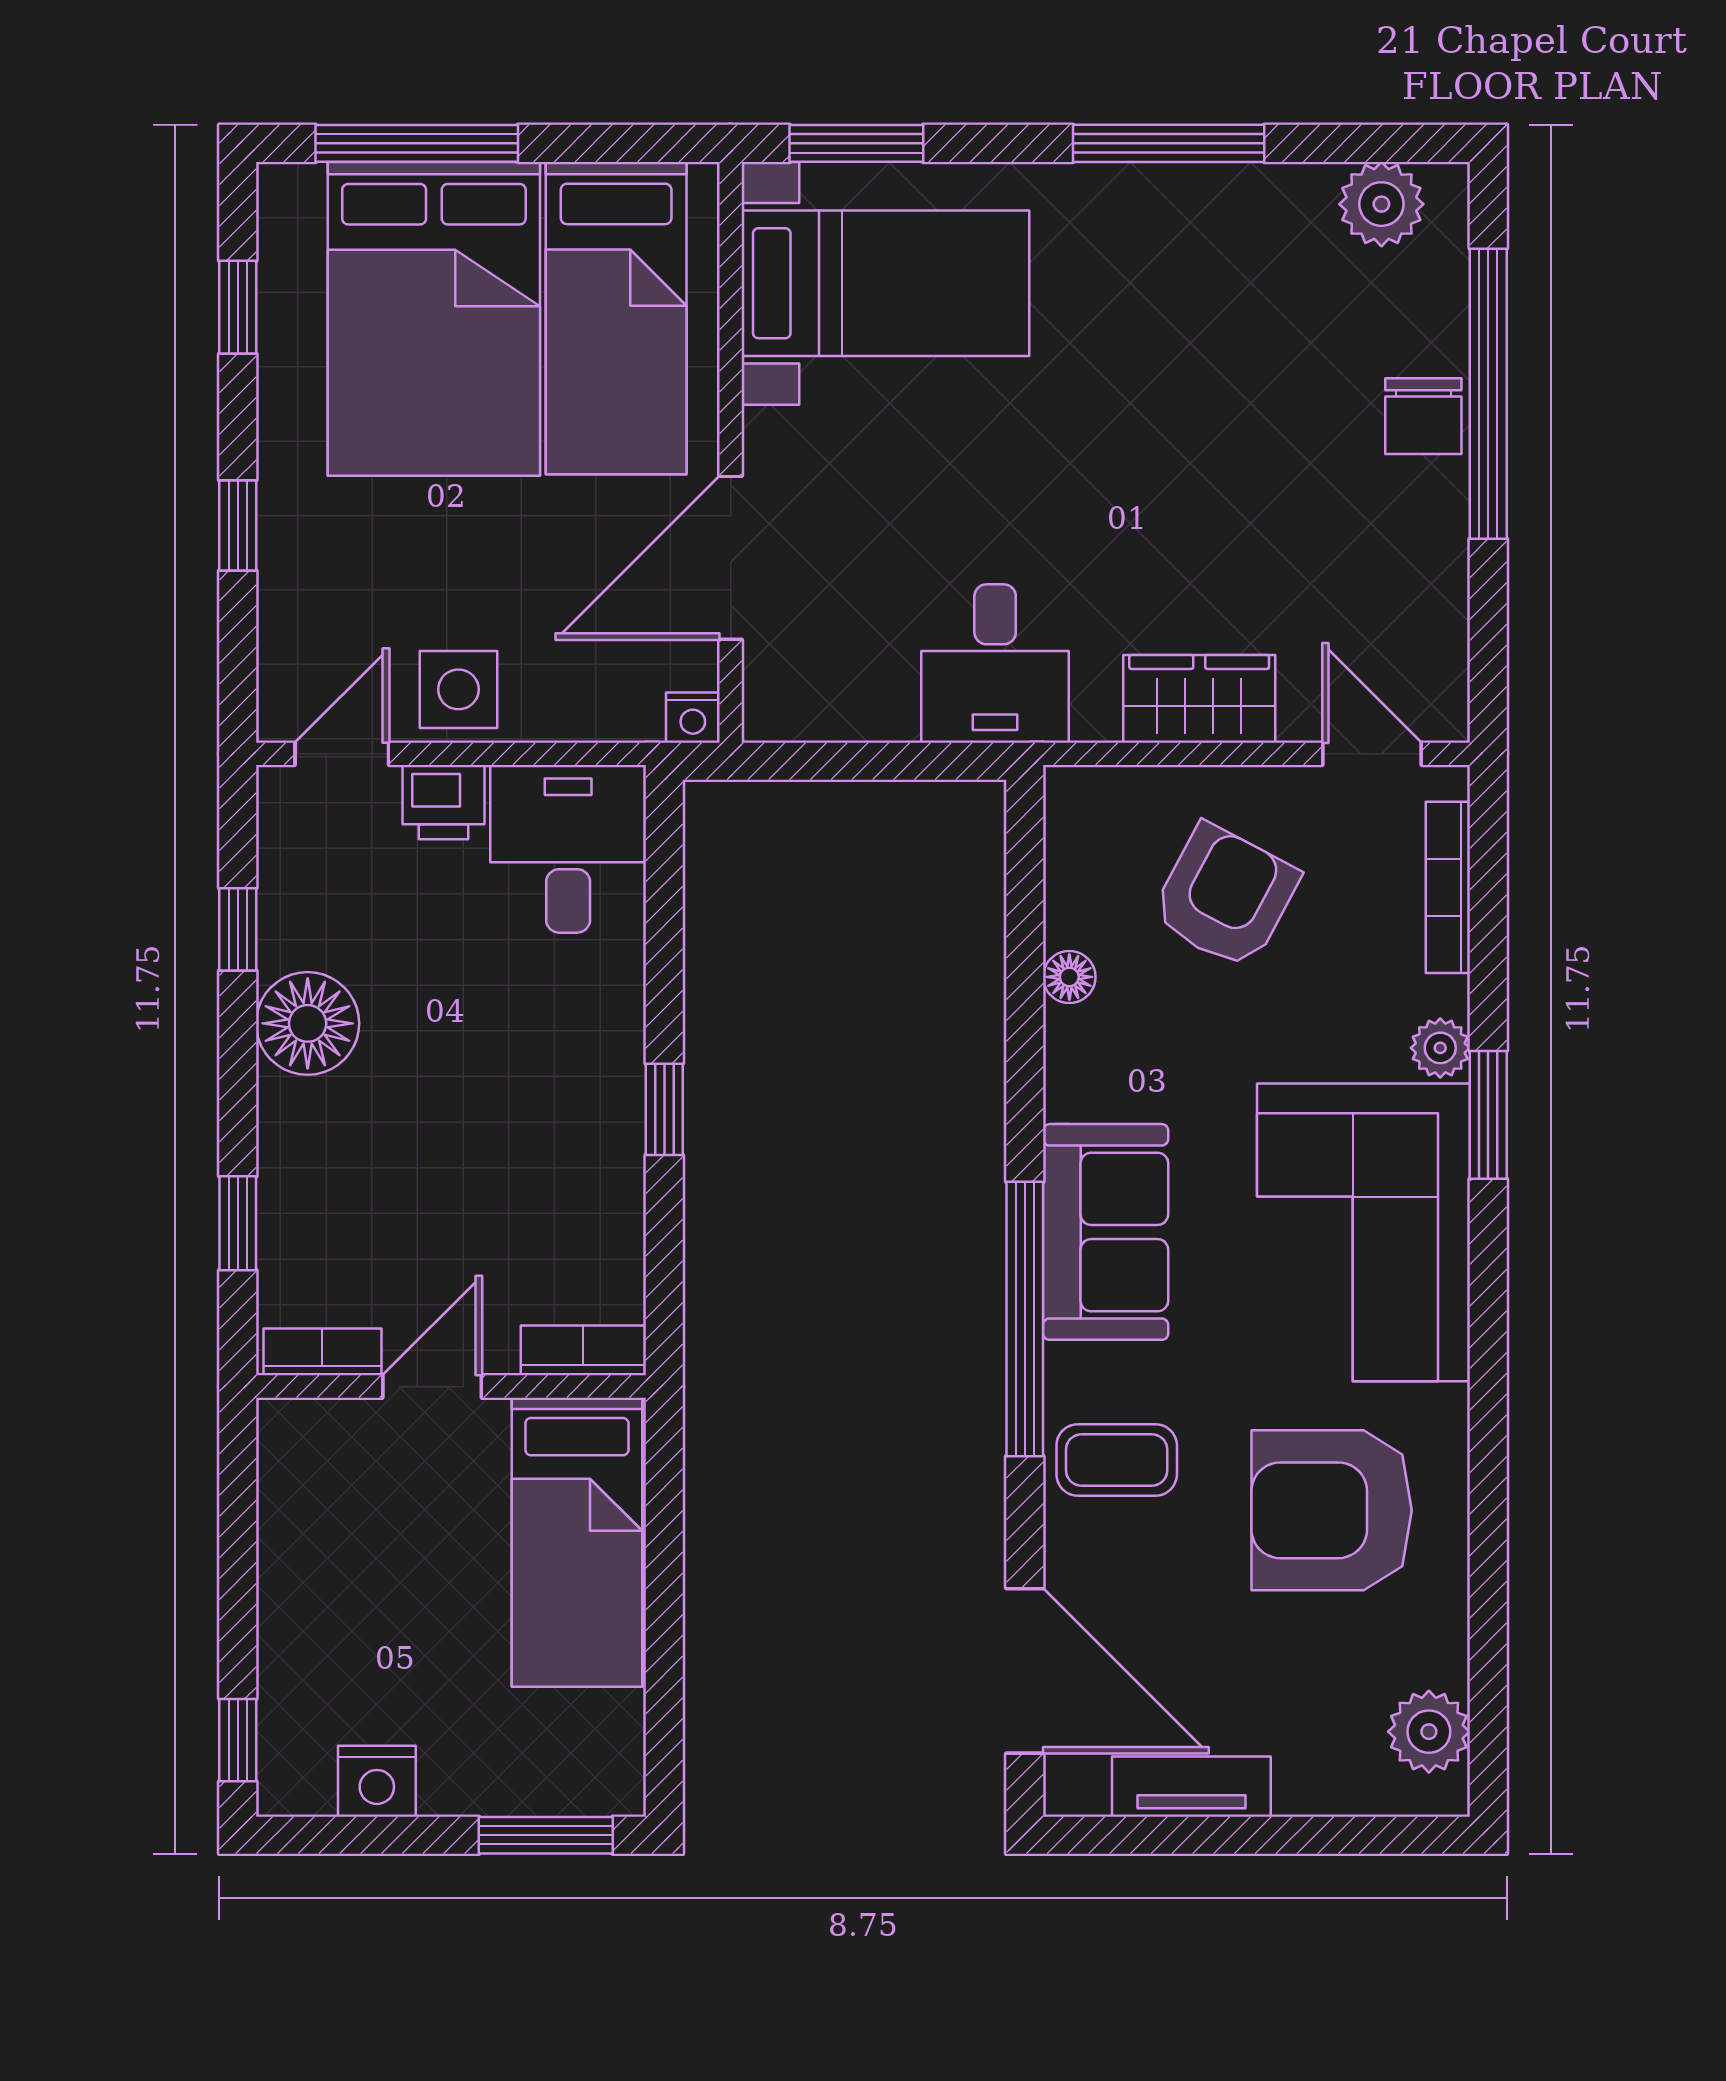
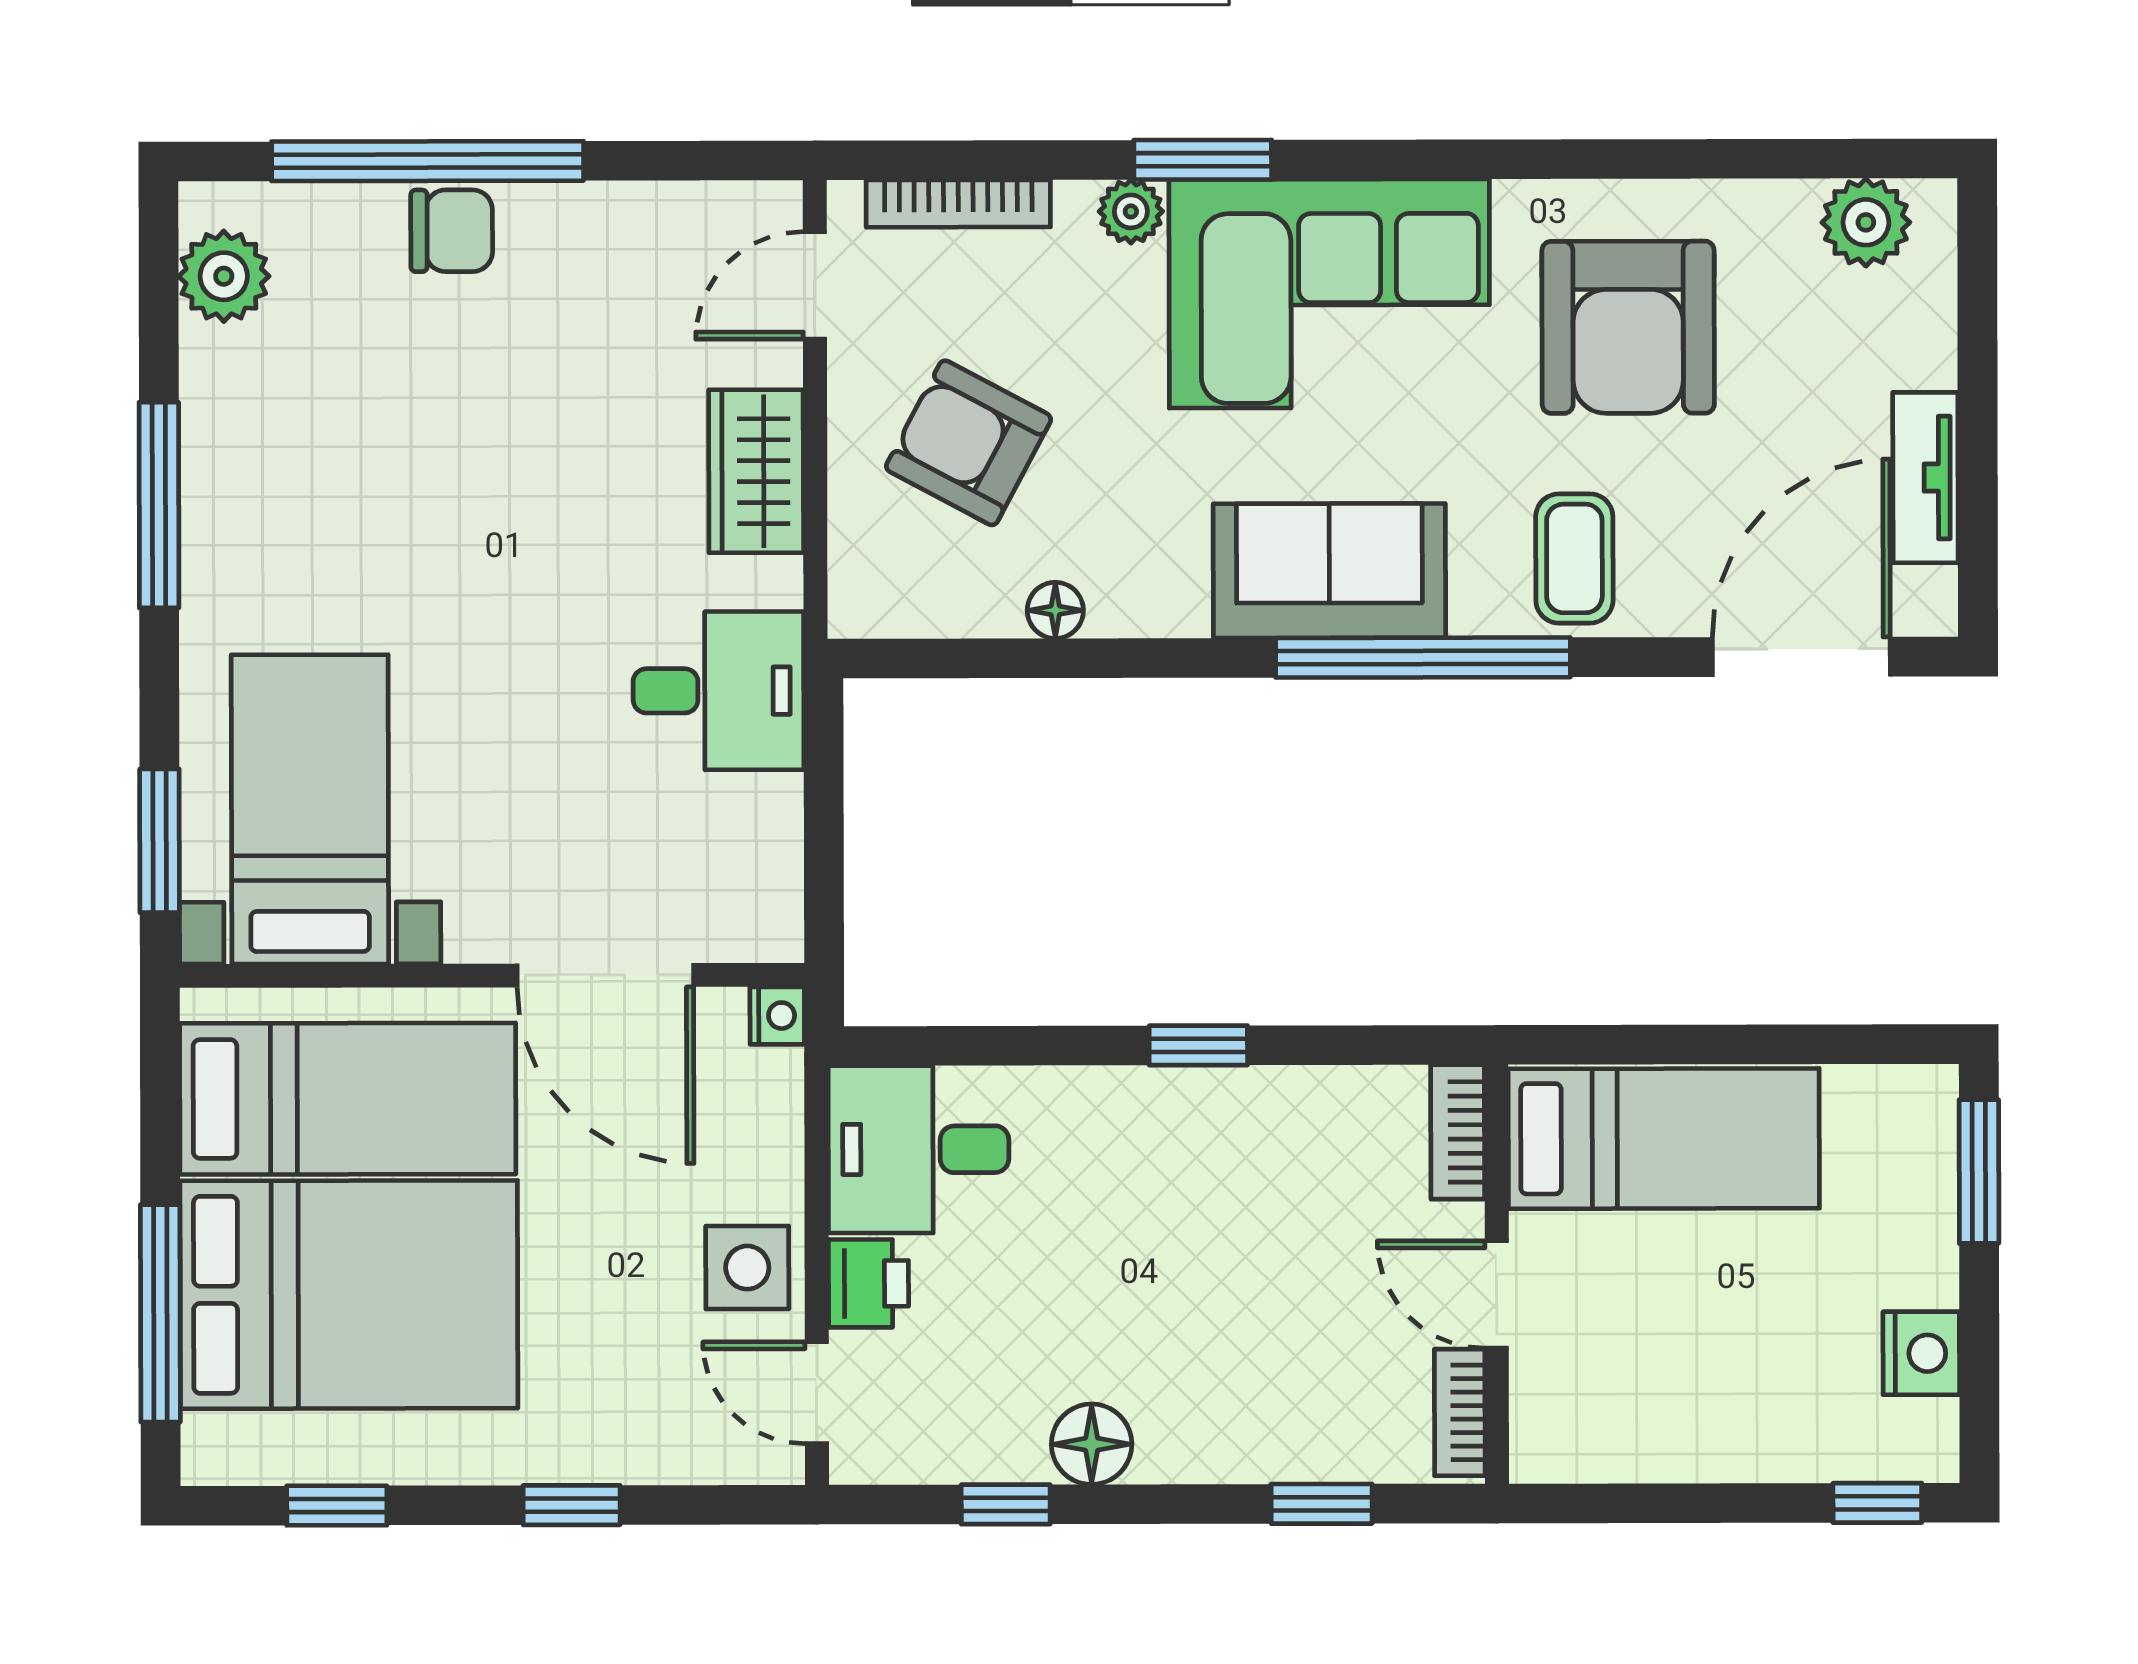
floor lamp: (308, 1023) -> (1092, 1444), width x0.73, depth x0.73

